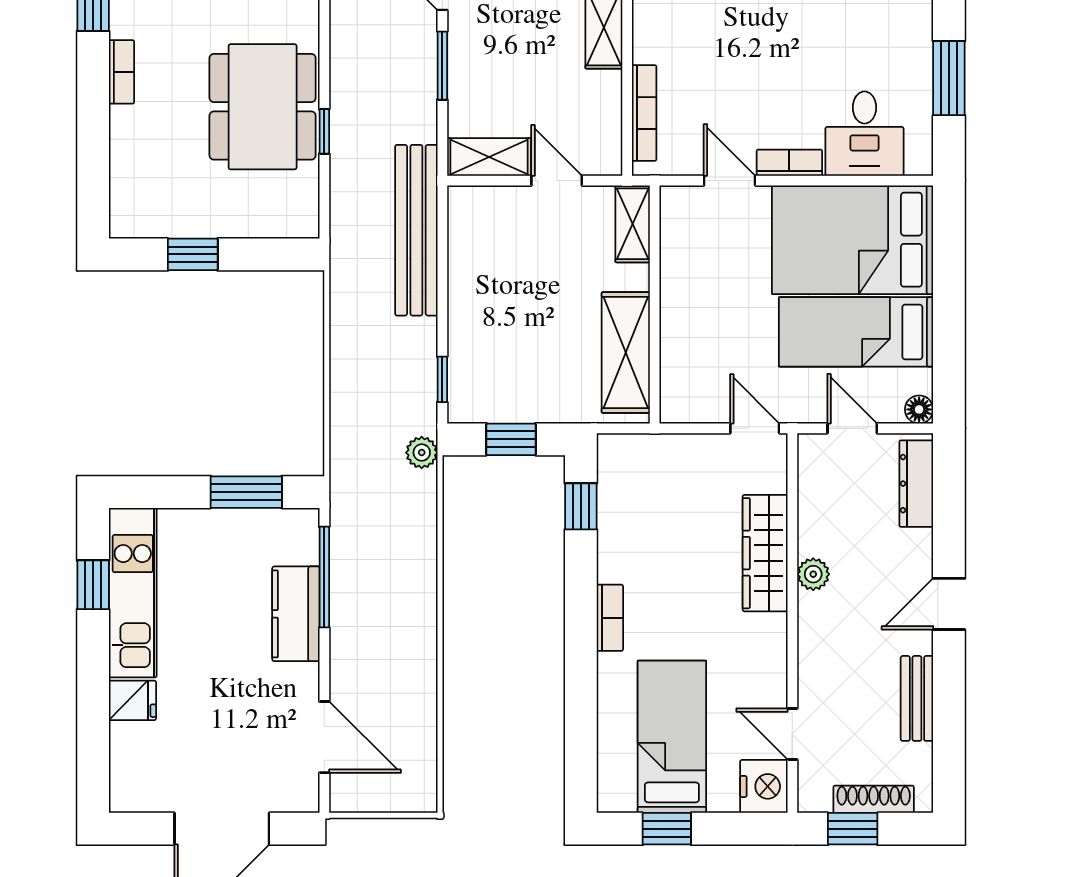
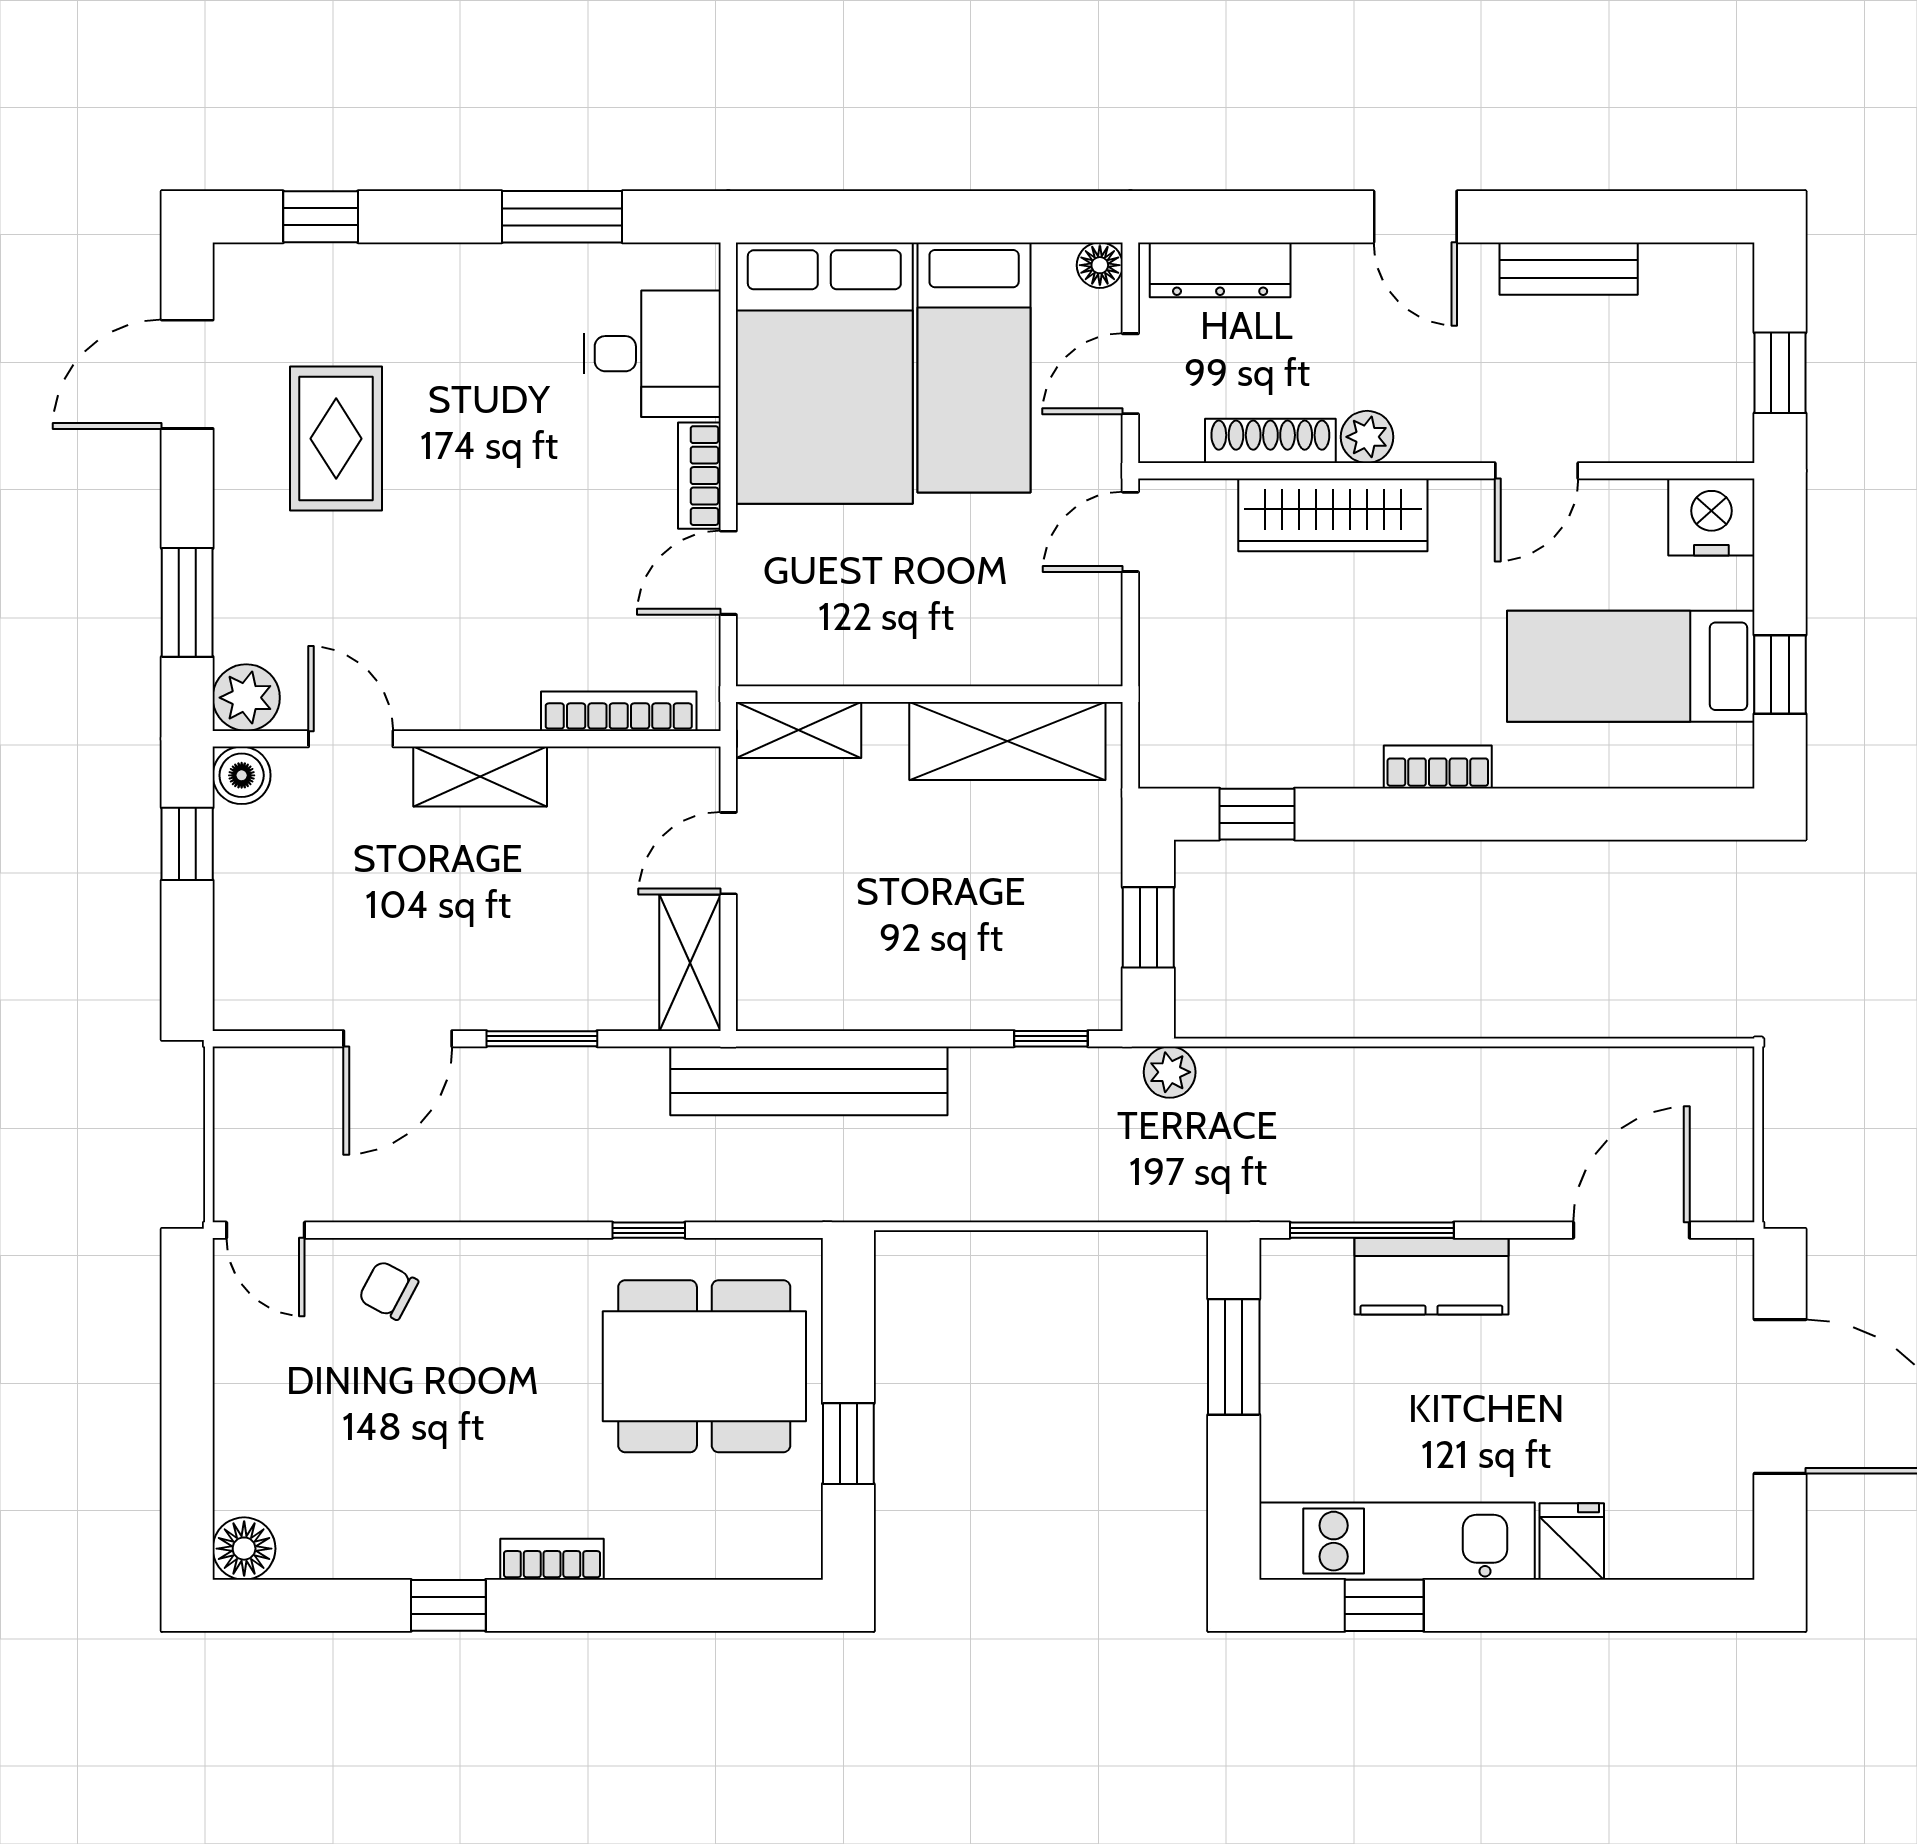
dining table: (263, 107) -> (704, 1366), moved
door: (792, 734) -> (1536, 471), moved
shoe rack: (874, 799) -> (1270, 441), moved, turned 90

